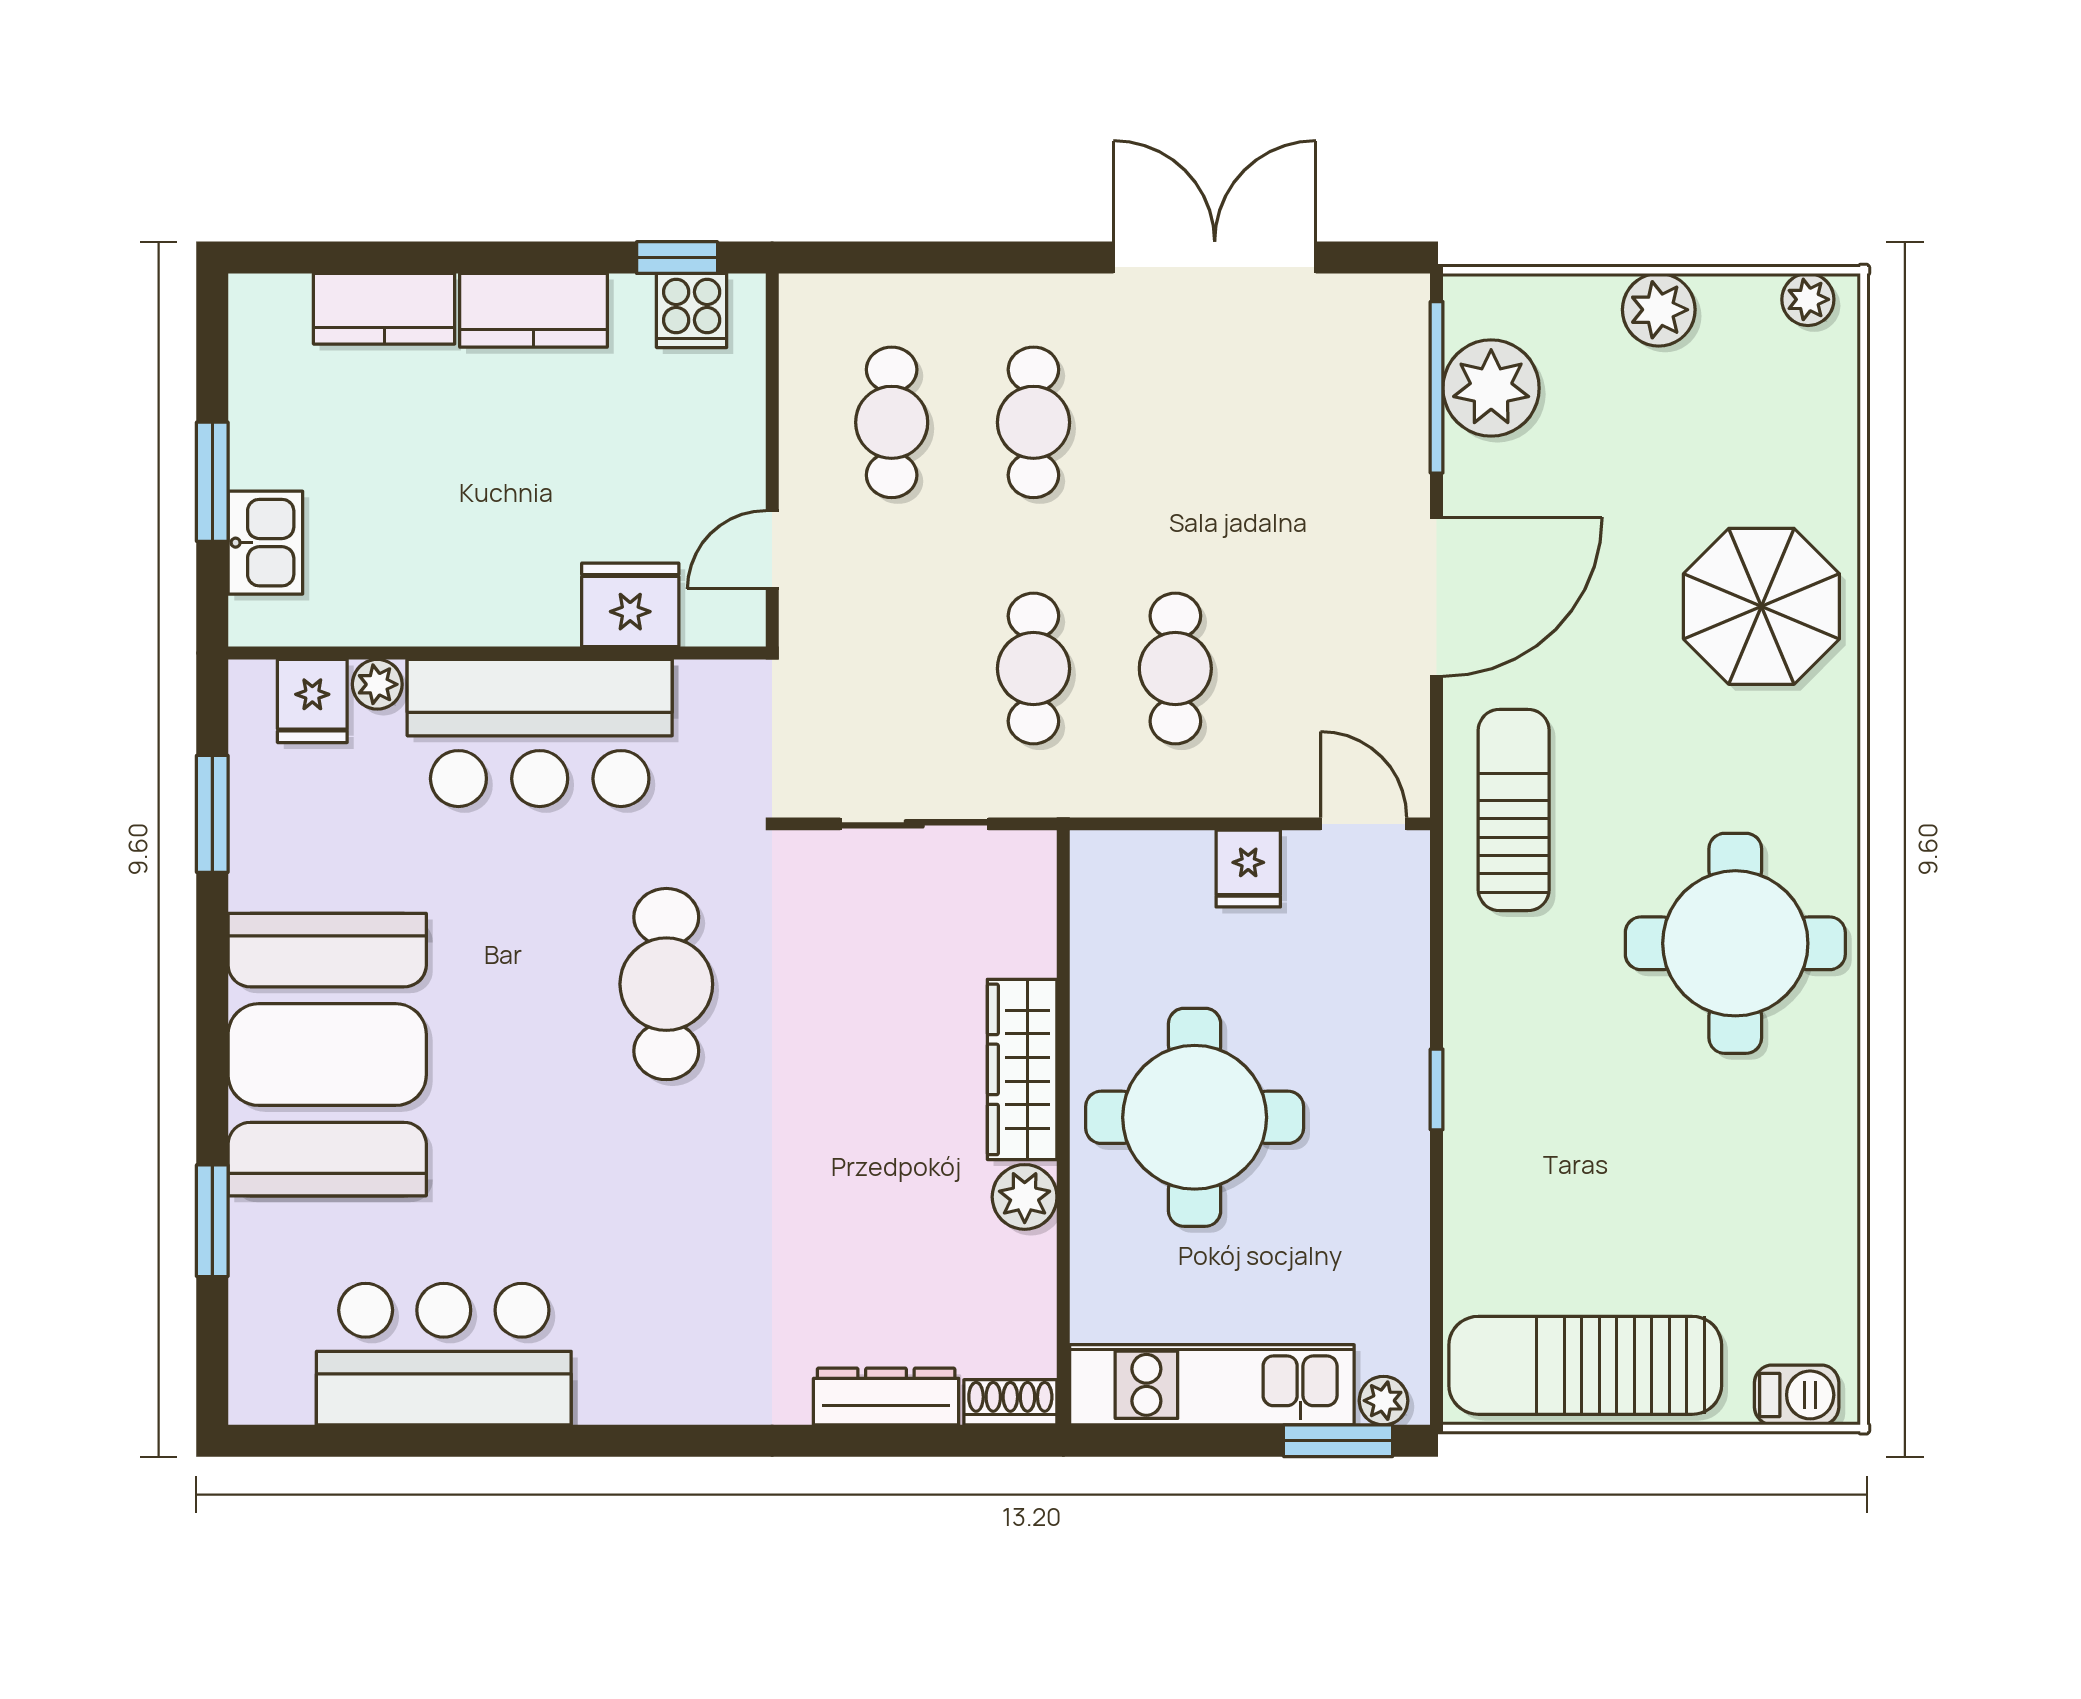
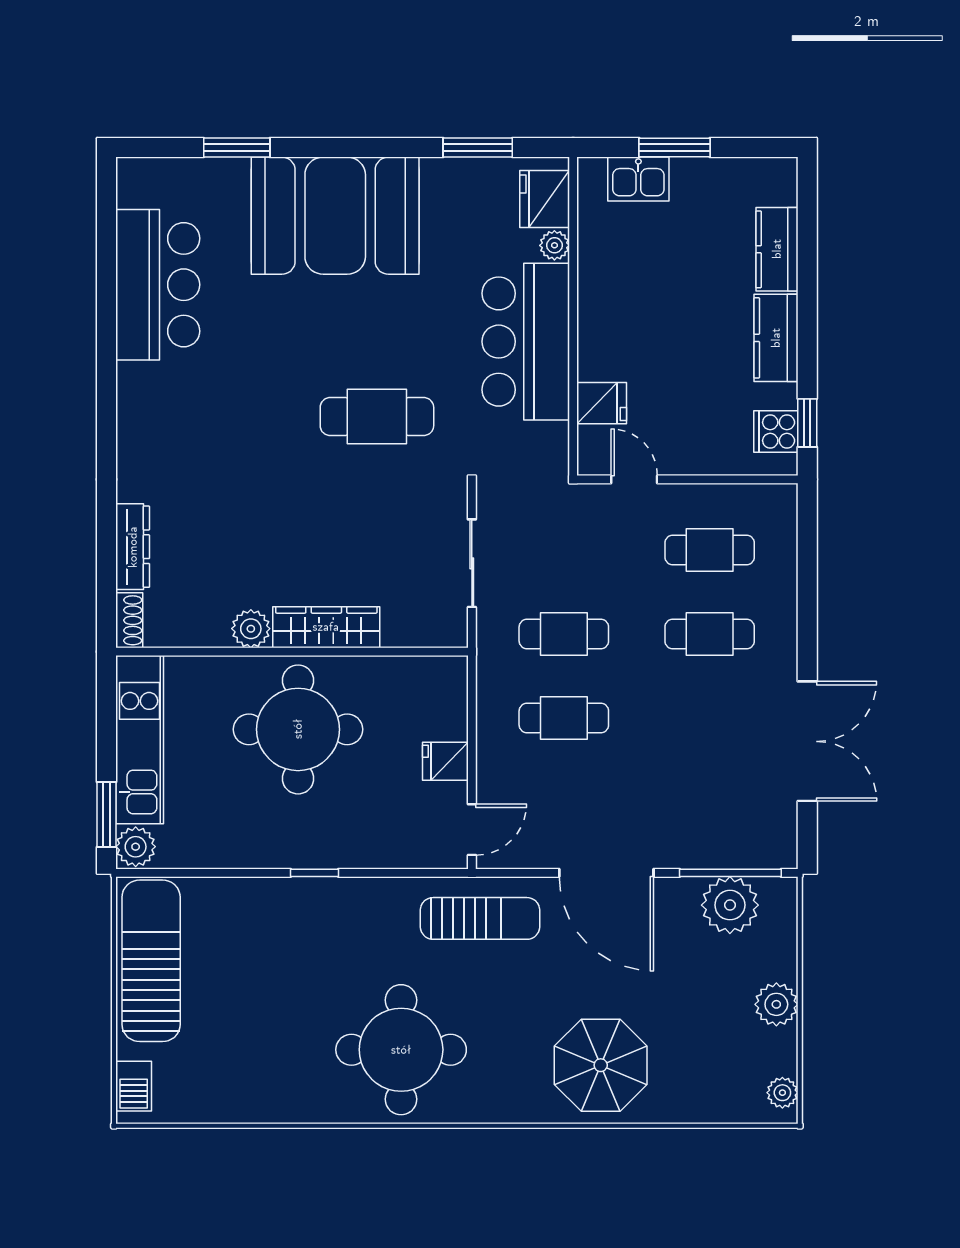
fridge: (630, 605) -> (602, 403), width x0.72
fridge: (312, 701) -> (545, 199), width x1.38
plant: (1383, 1401) -> (136, 847), width x1.38, depth x1.38

